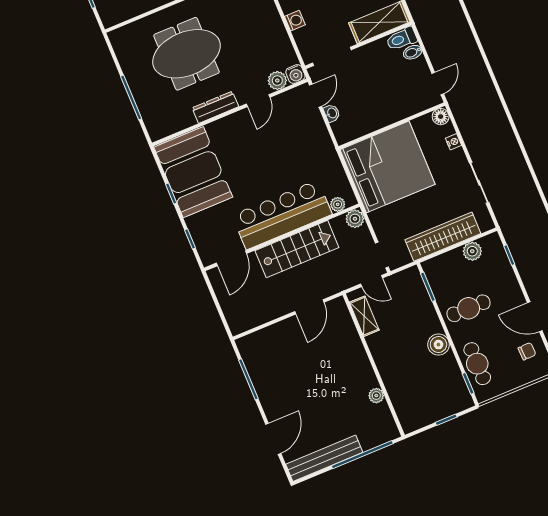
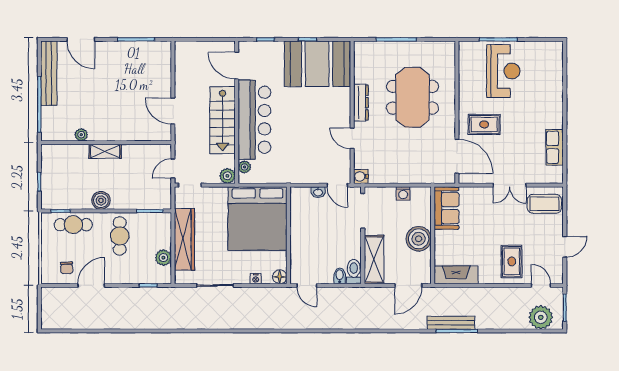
plant: (277, 81) -> (362, 160), removed
shelving: (364, 316) -> (105, 151), moved

